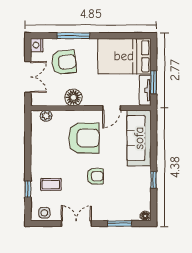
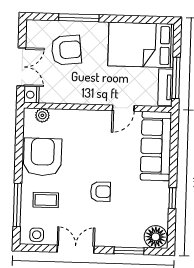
nightstand: (37, 45) -> (31, 95), moved
window: (154, 82) -> (176, 78), width x1.44
floor lamp: (73, 98) -> (77, 94), removed
armchair: (84, 138) -> (43, 157), moved, turned -90
window: (28, 189) -> (17, 205), width x2.17
floor lamp: (145, 216) -> (156, 237), width x1.89, depth x1.89

